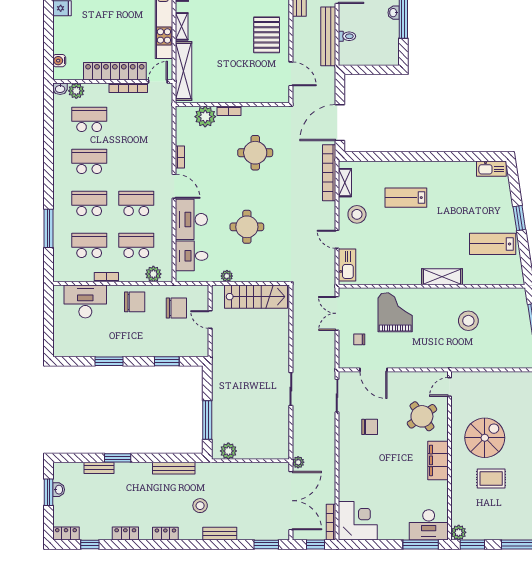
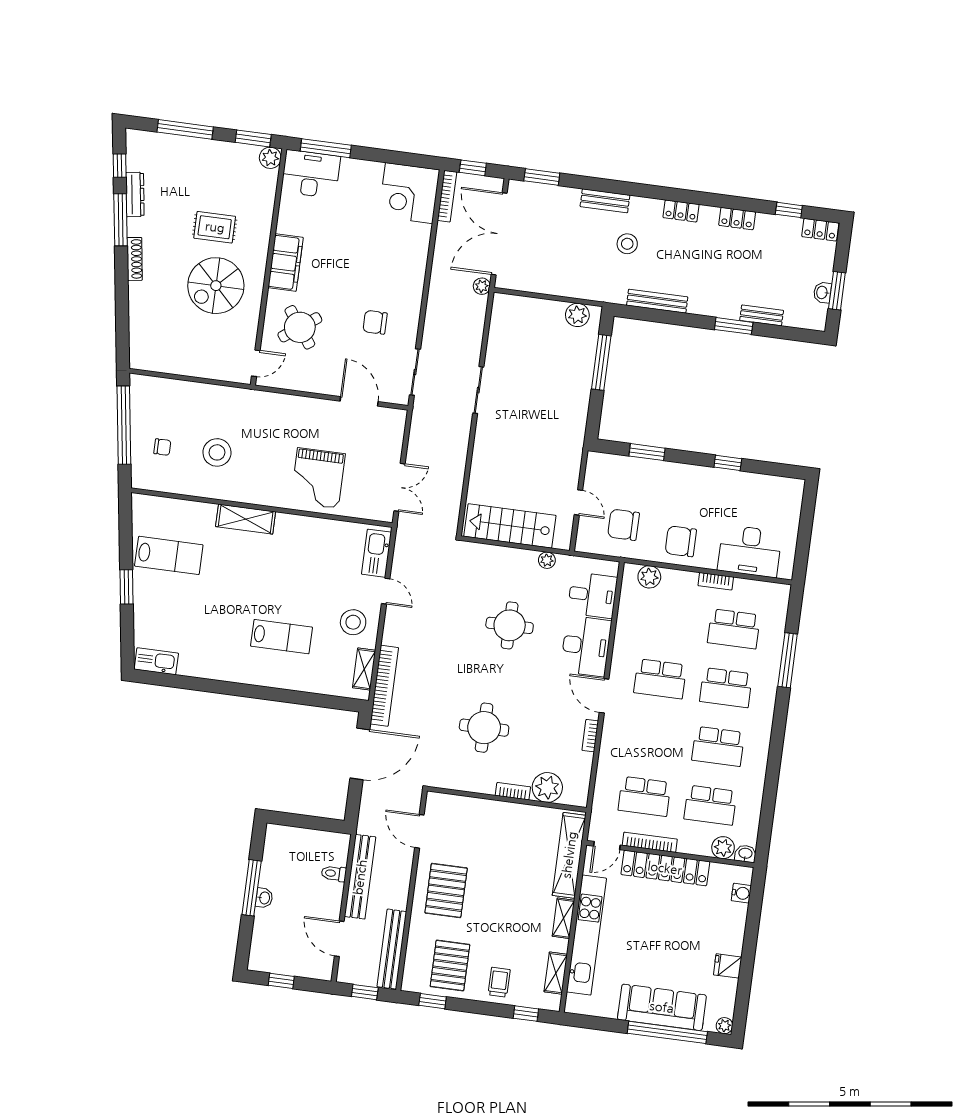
school desk: (136, 245) -> (644, 796), moved
chair: (359, 339) -> (162, 447), moved
window: (109, 361) -> (728, 463), width x0.67

